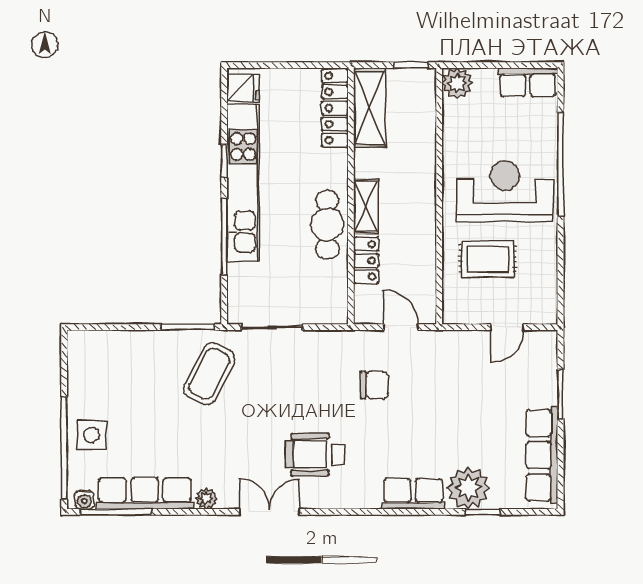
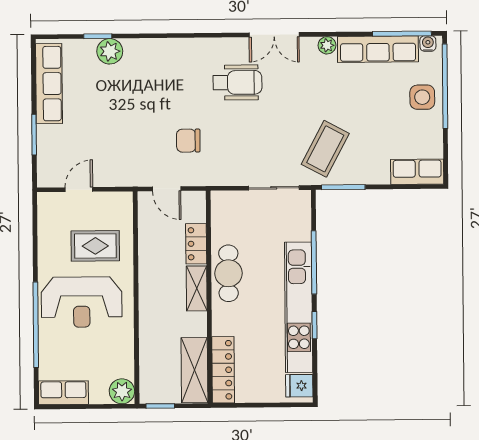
plant: (468, 488) -> (110, 51), width x0.73, depth x0.73
row of seats: (413, 494) -> (417, 172), moved, turned 180

